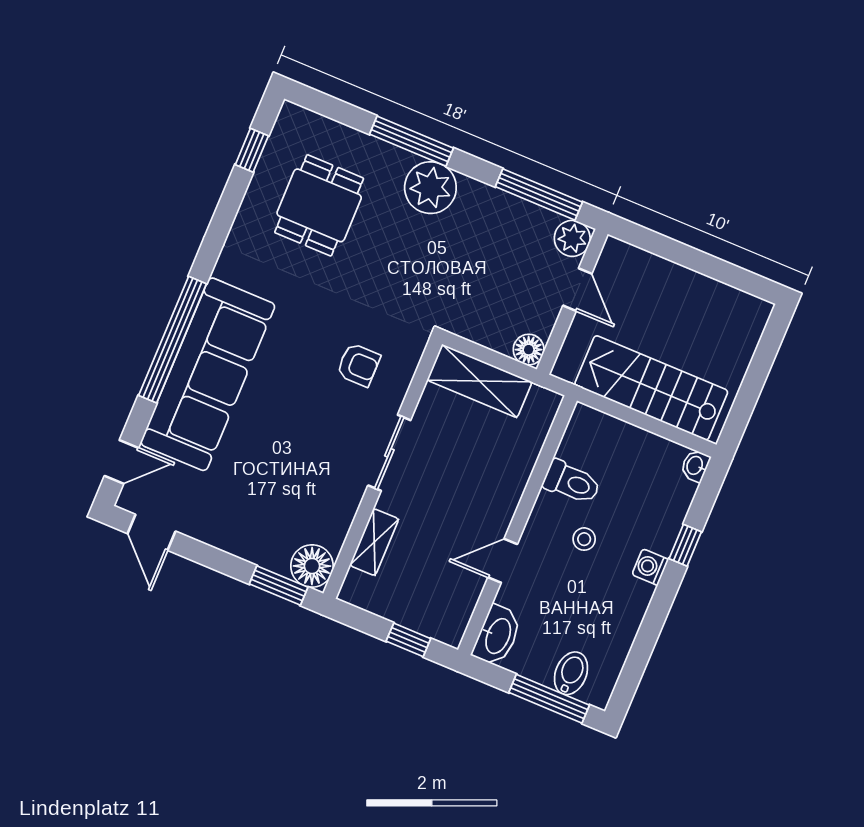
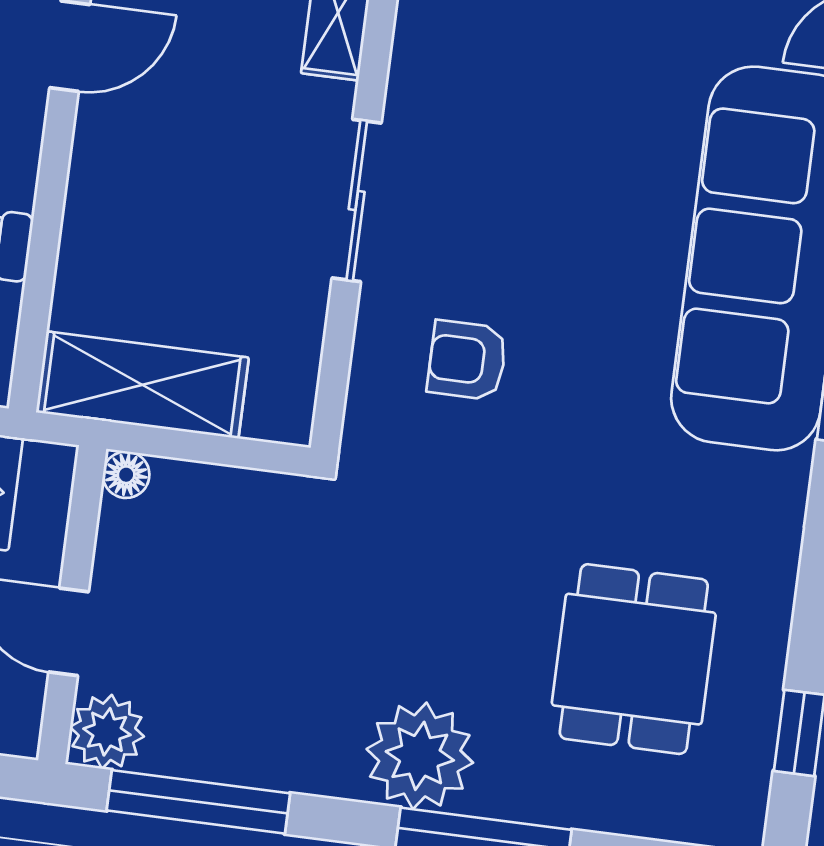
floor lamp: (529, 350) -> (126, 475), width x0.73, depth x0.73
shelving: (480, 381) -> (142, 385), moved

